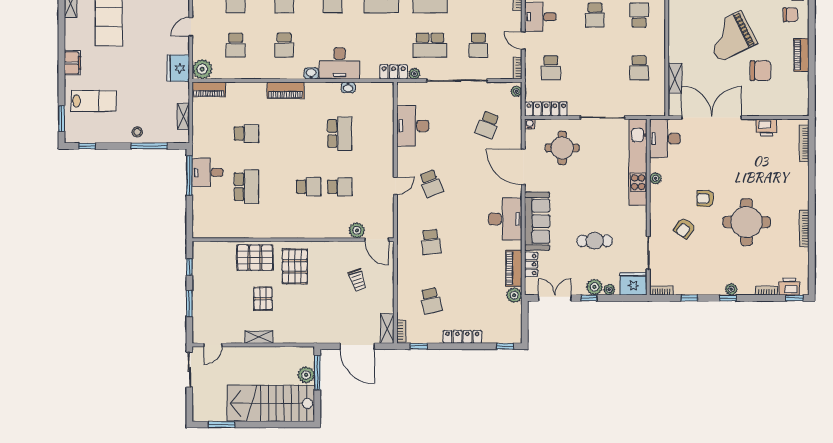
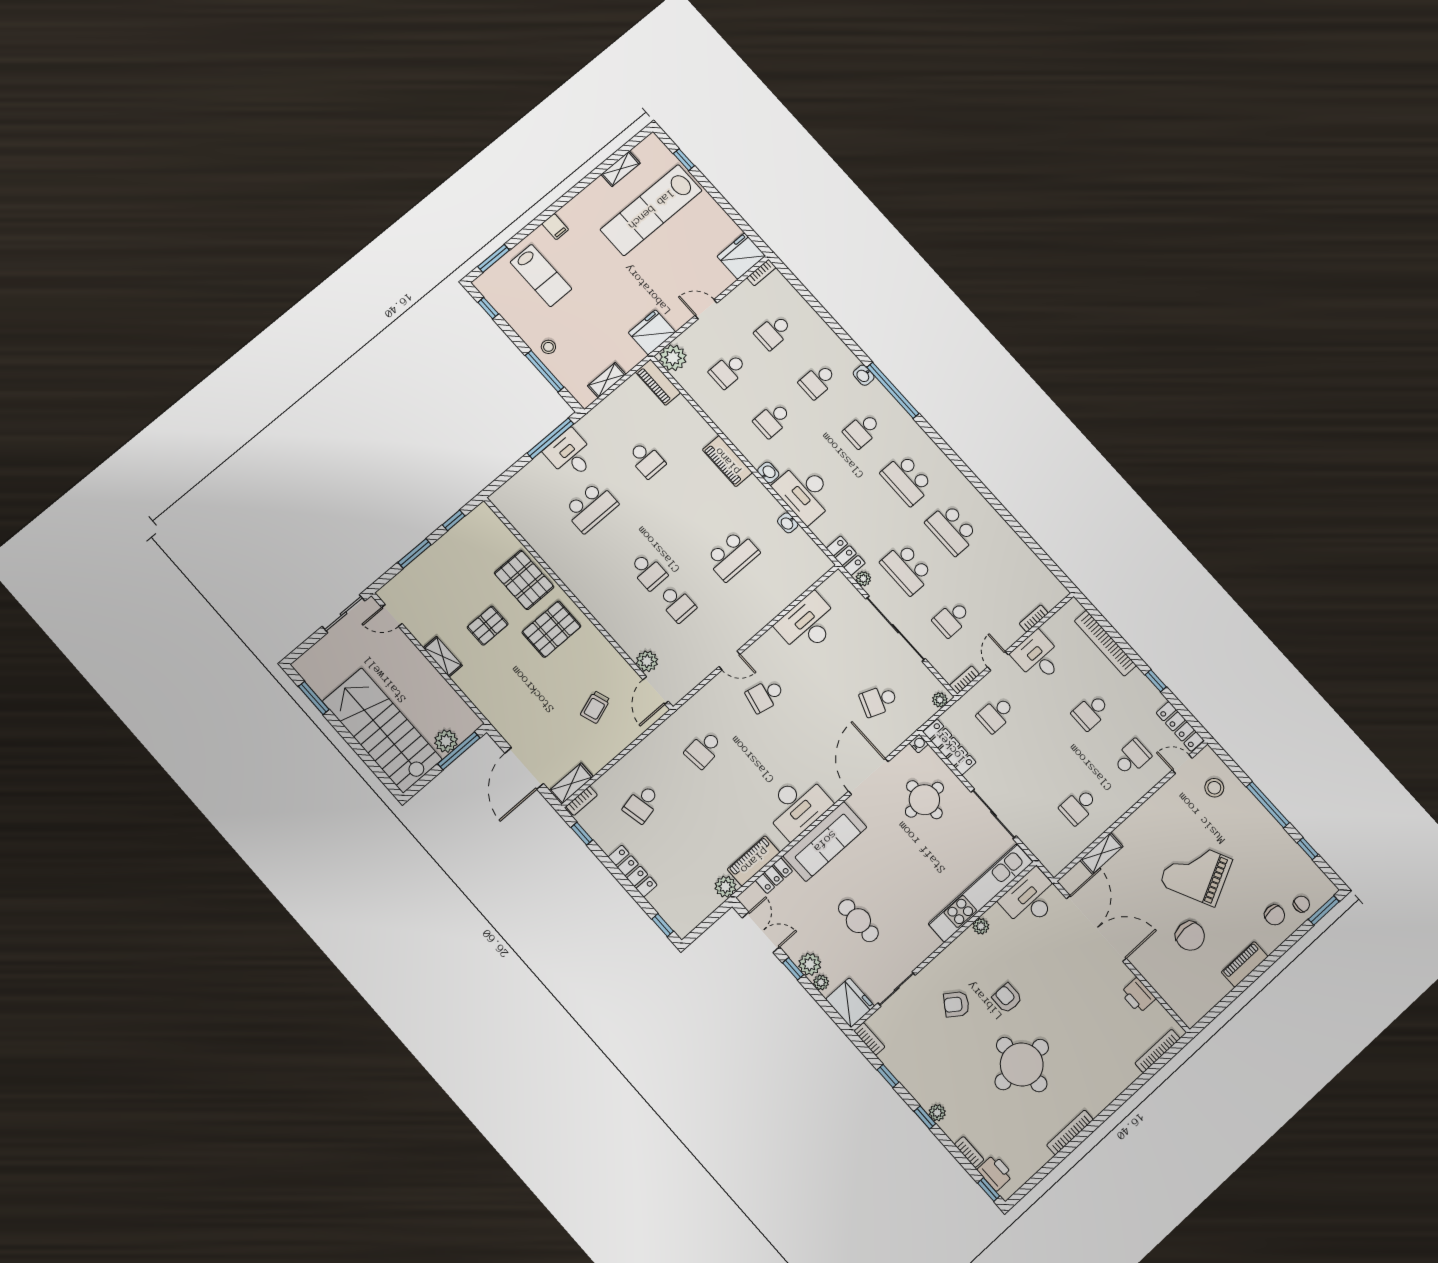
filing cabinet: (72, 63) -> (555, 227), width x0.50
school desk: (431, 183) -> (765, 695), turned 33

